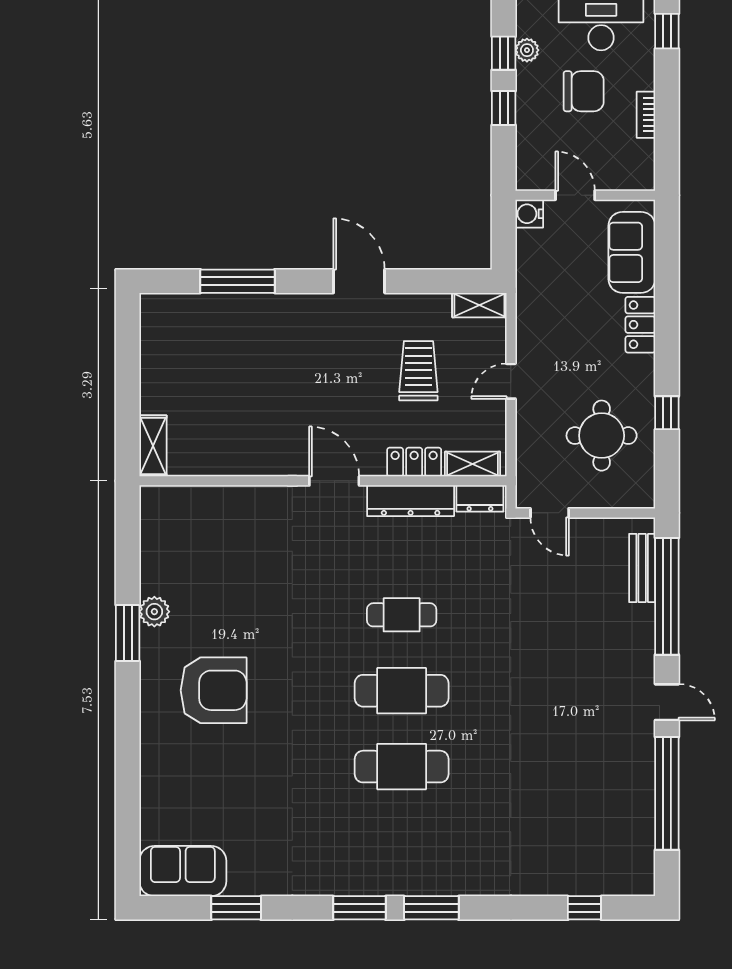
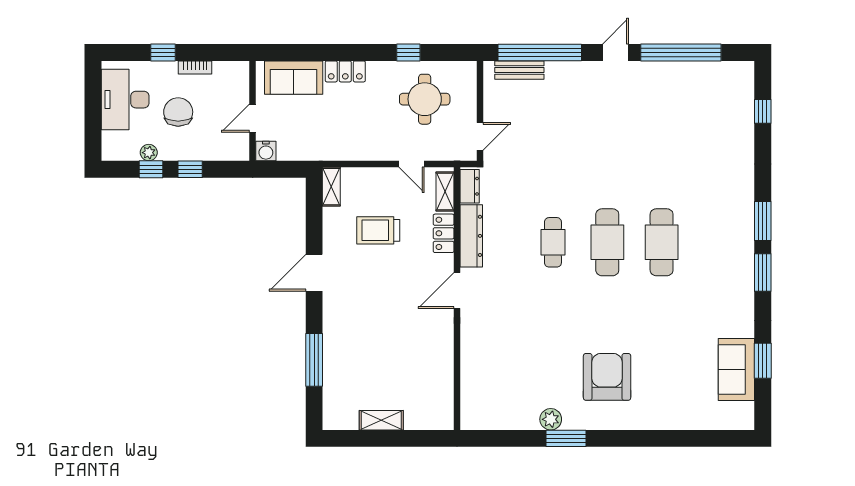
window: (667, 31) -> (163, 52), moved
door: (511, 381) -> (411, 164), moved
shelving: (153, 446) -> (381, 420), moved
sofa: (183, 871) -> (736, 369), moved

